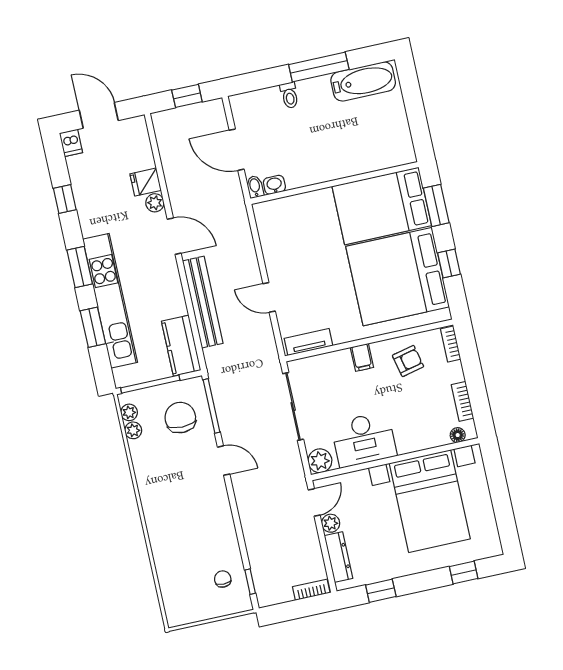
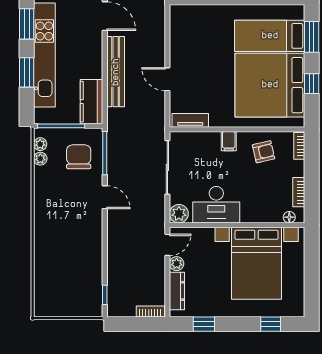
bed: (382, 206) -> (270, 36), width x0.67
chair: (223, 579) -> (84, 288), removed

